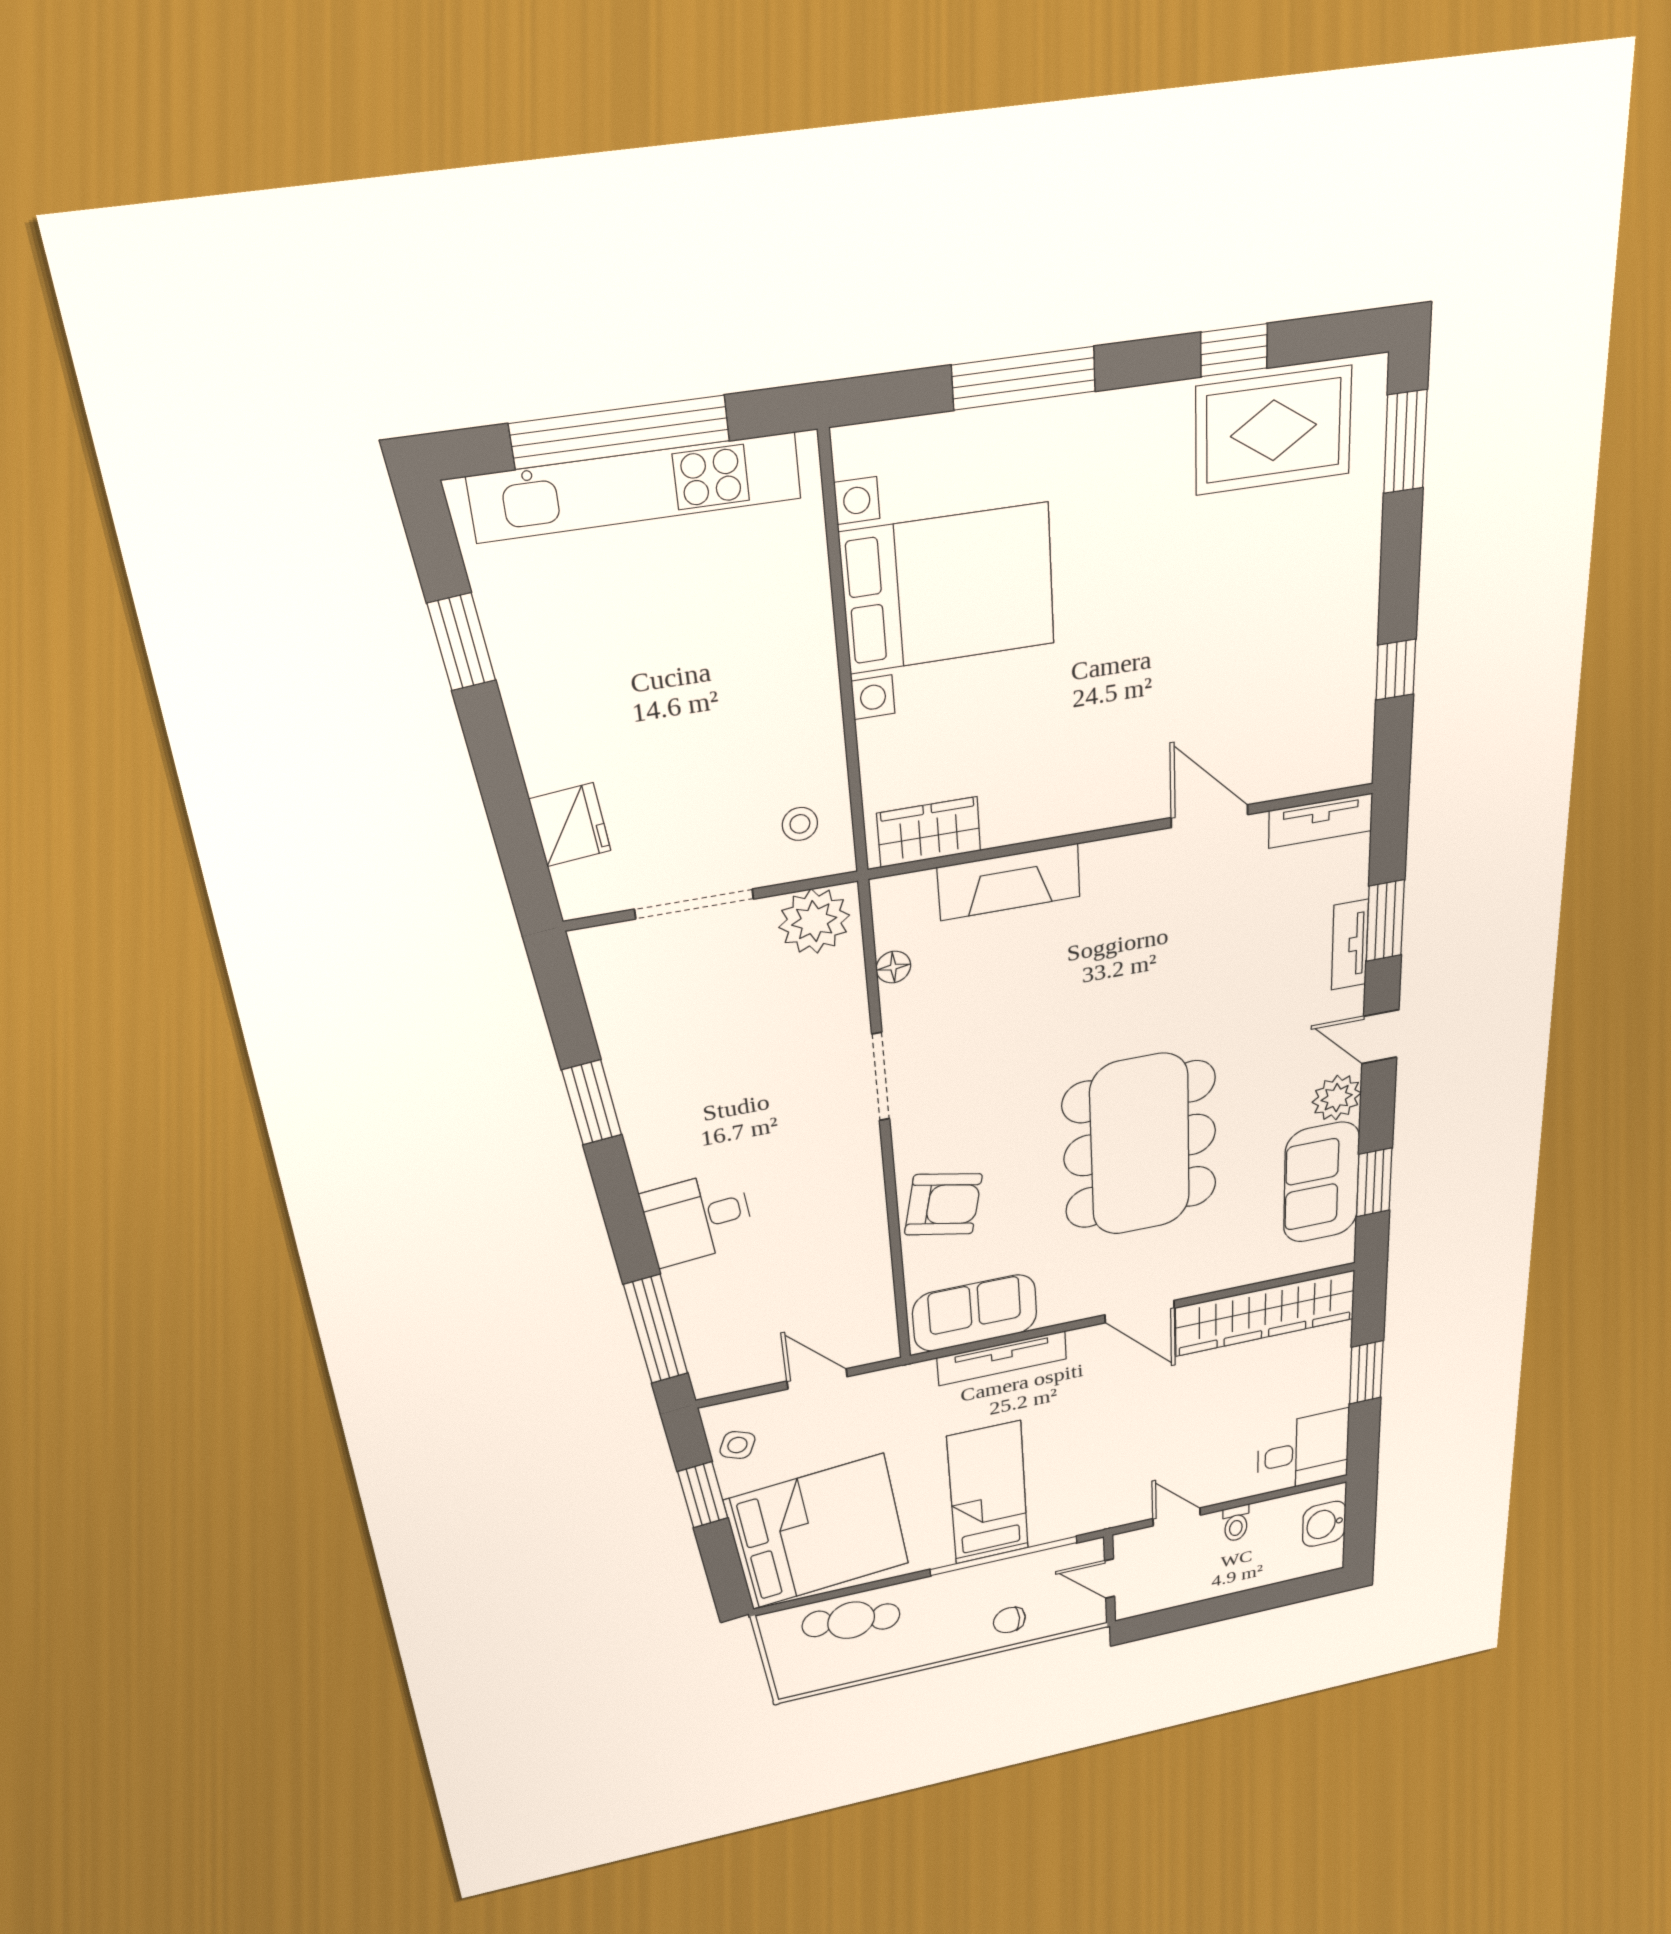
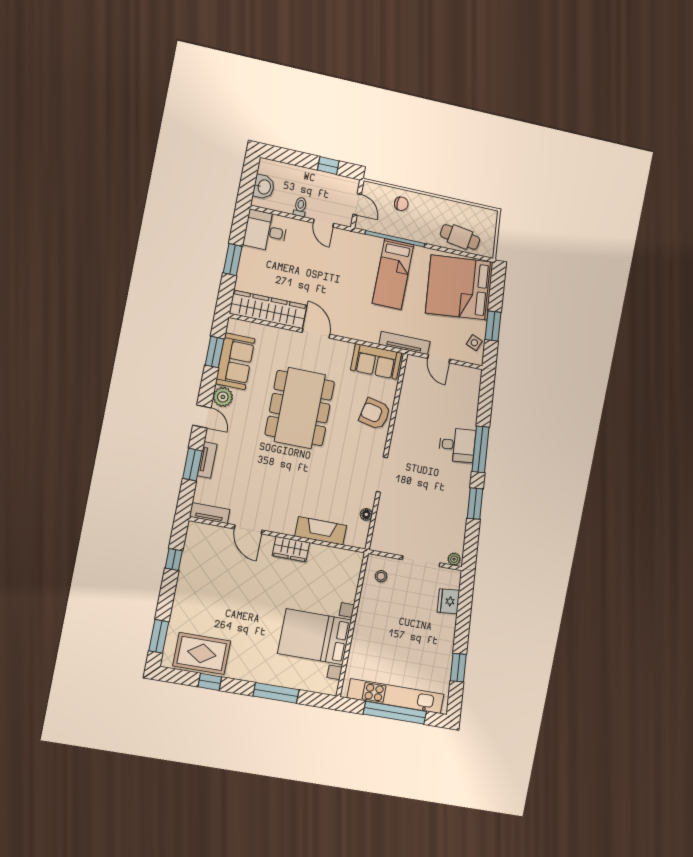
wardrobe: (929, 832) -> (291, 549), moved
plant: (814, 921) -> (454, 559), moved, width x0.53, depth x0.53
window: (656, 1329) -> (480, 449), moved
tv unit: (1002, 1358) -> (405, 343), moved
window: (1192, 1615) -> (328, 166), added

